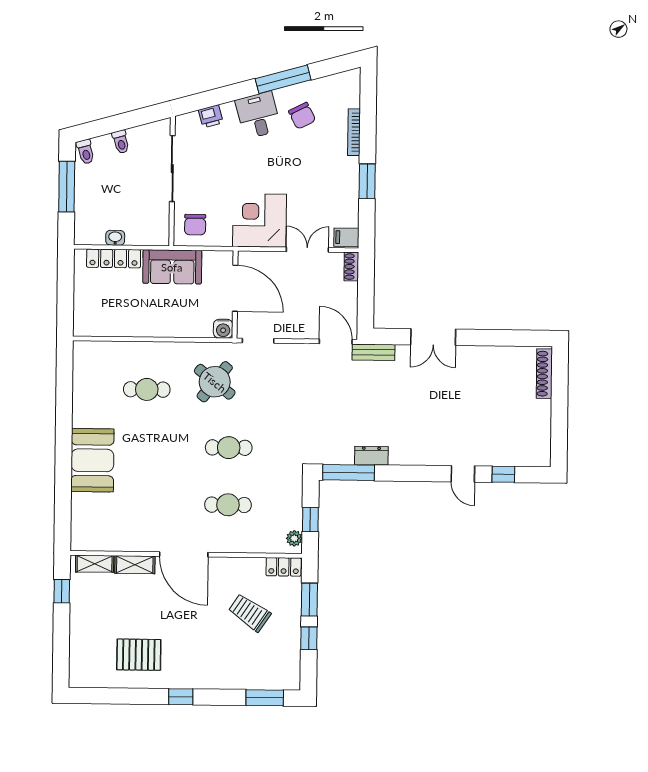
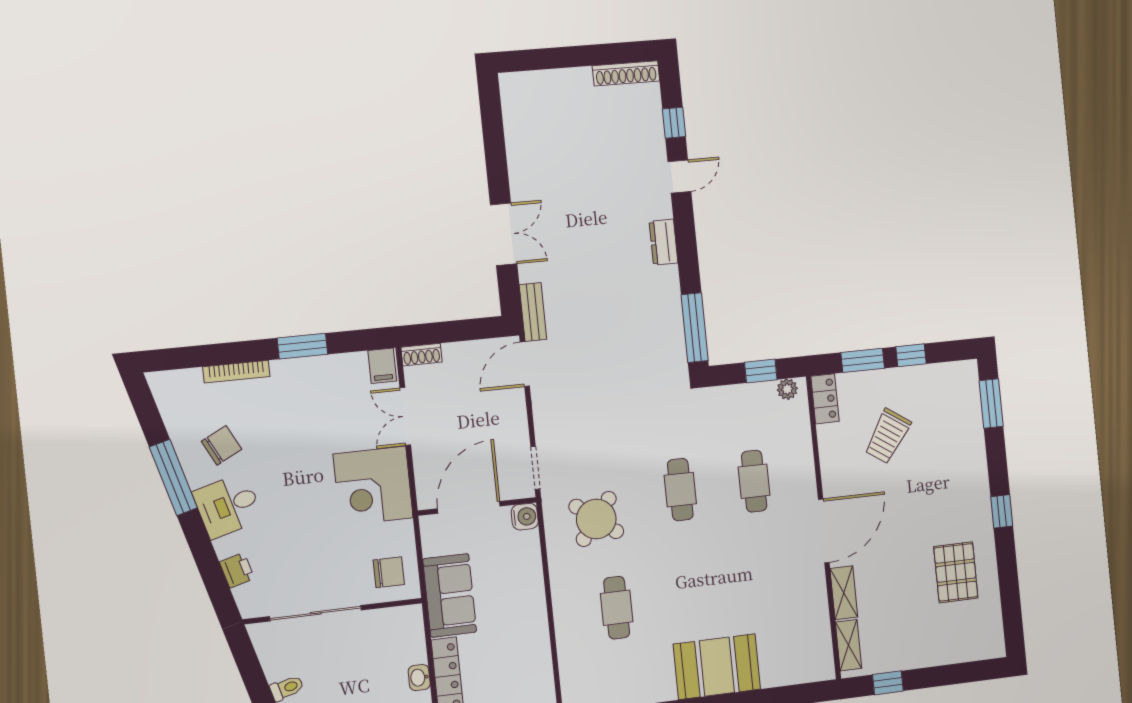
shoe rack: (544, 374) -> (626, 73), moved
dresser: (371, 456) -> (664, 242), moved

